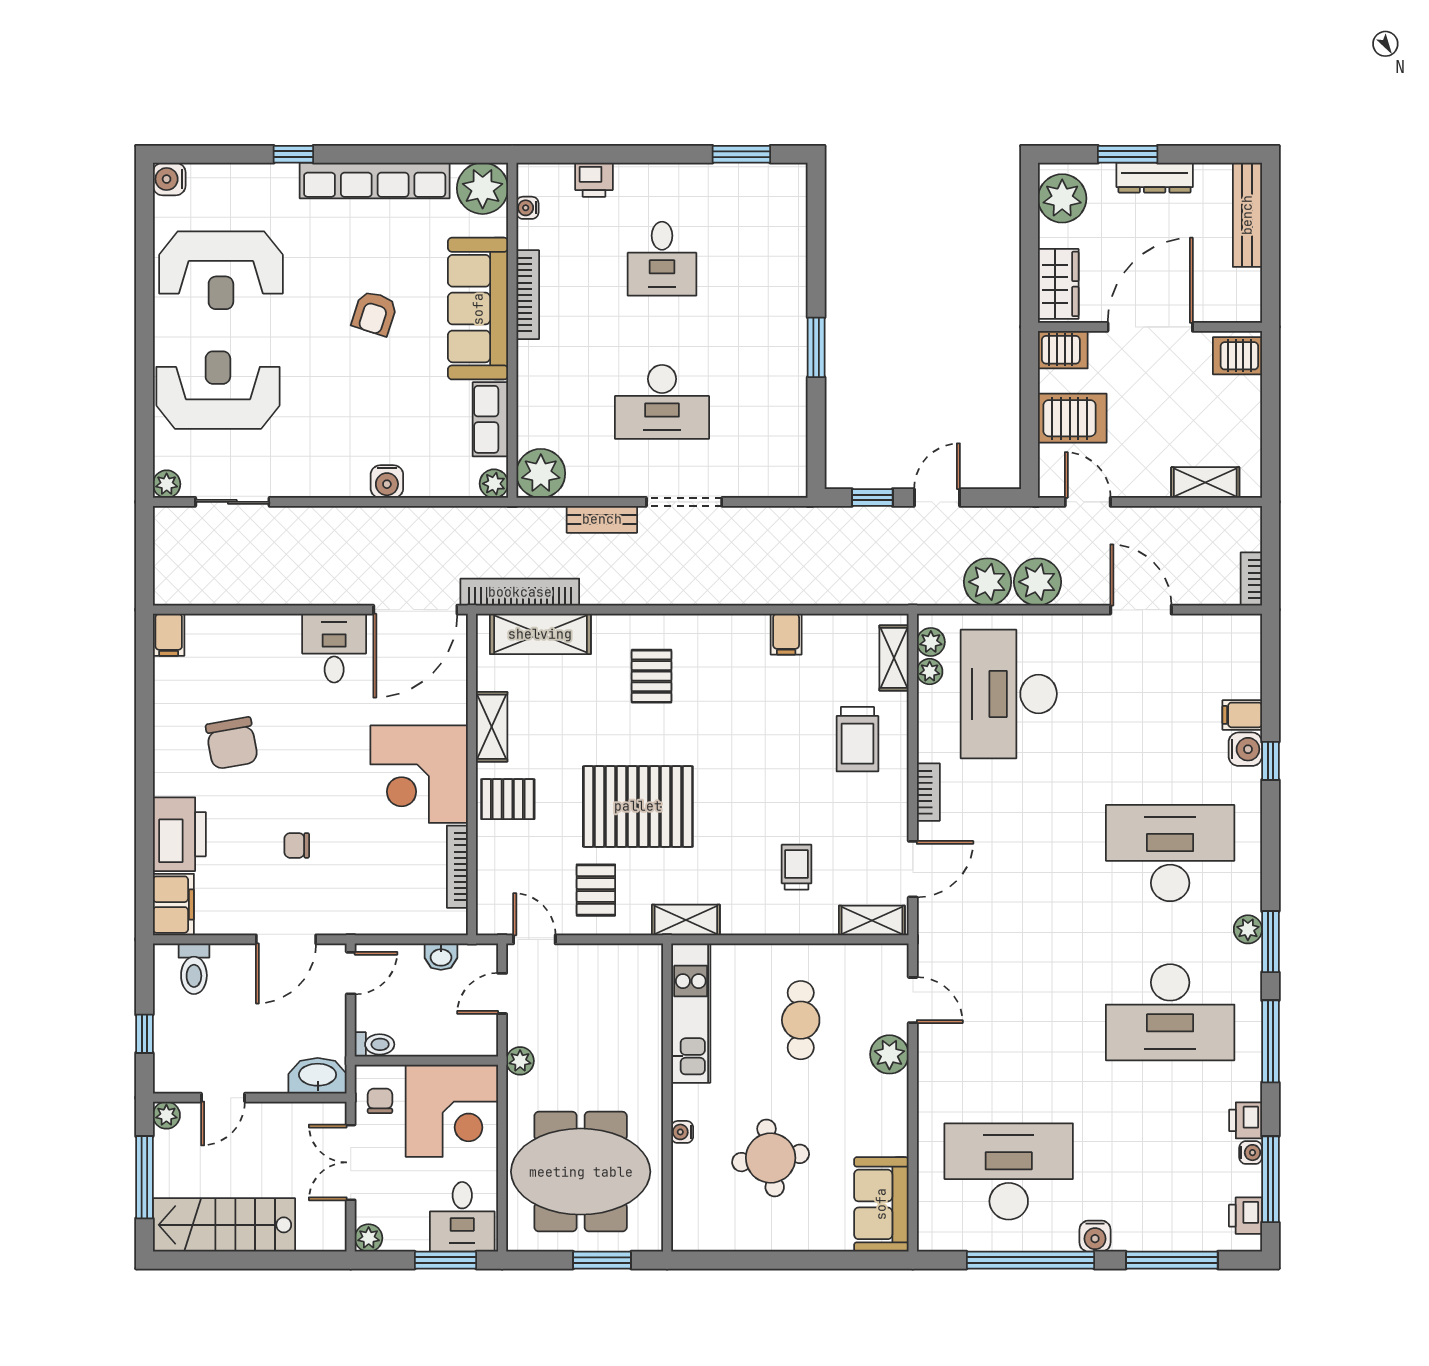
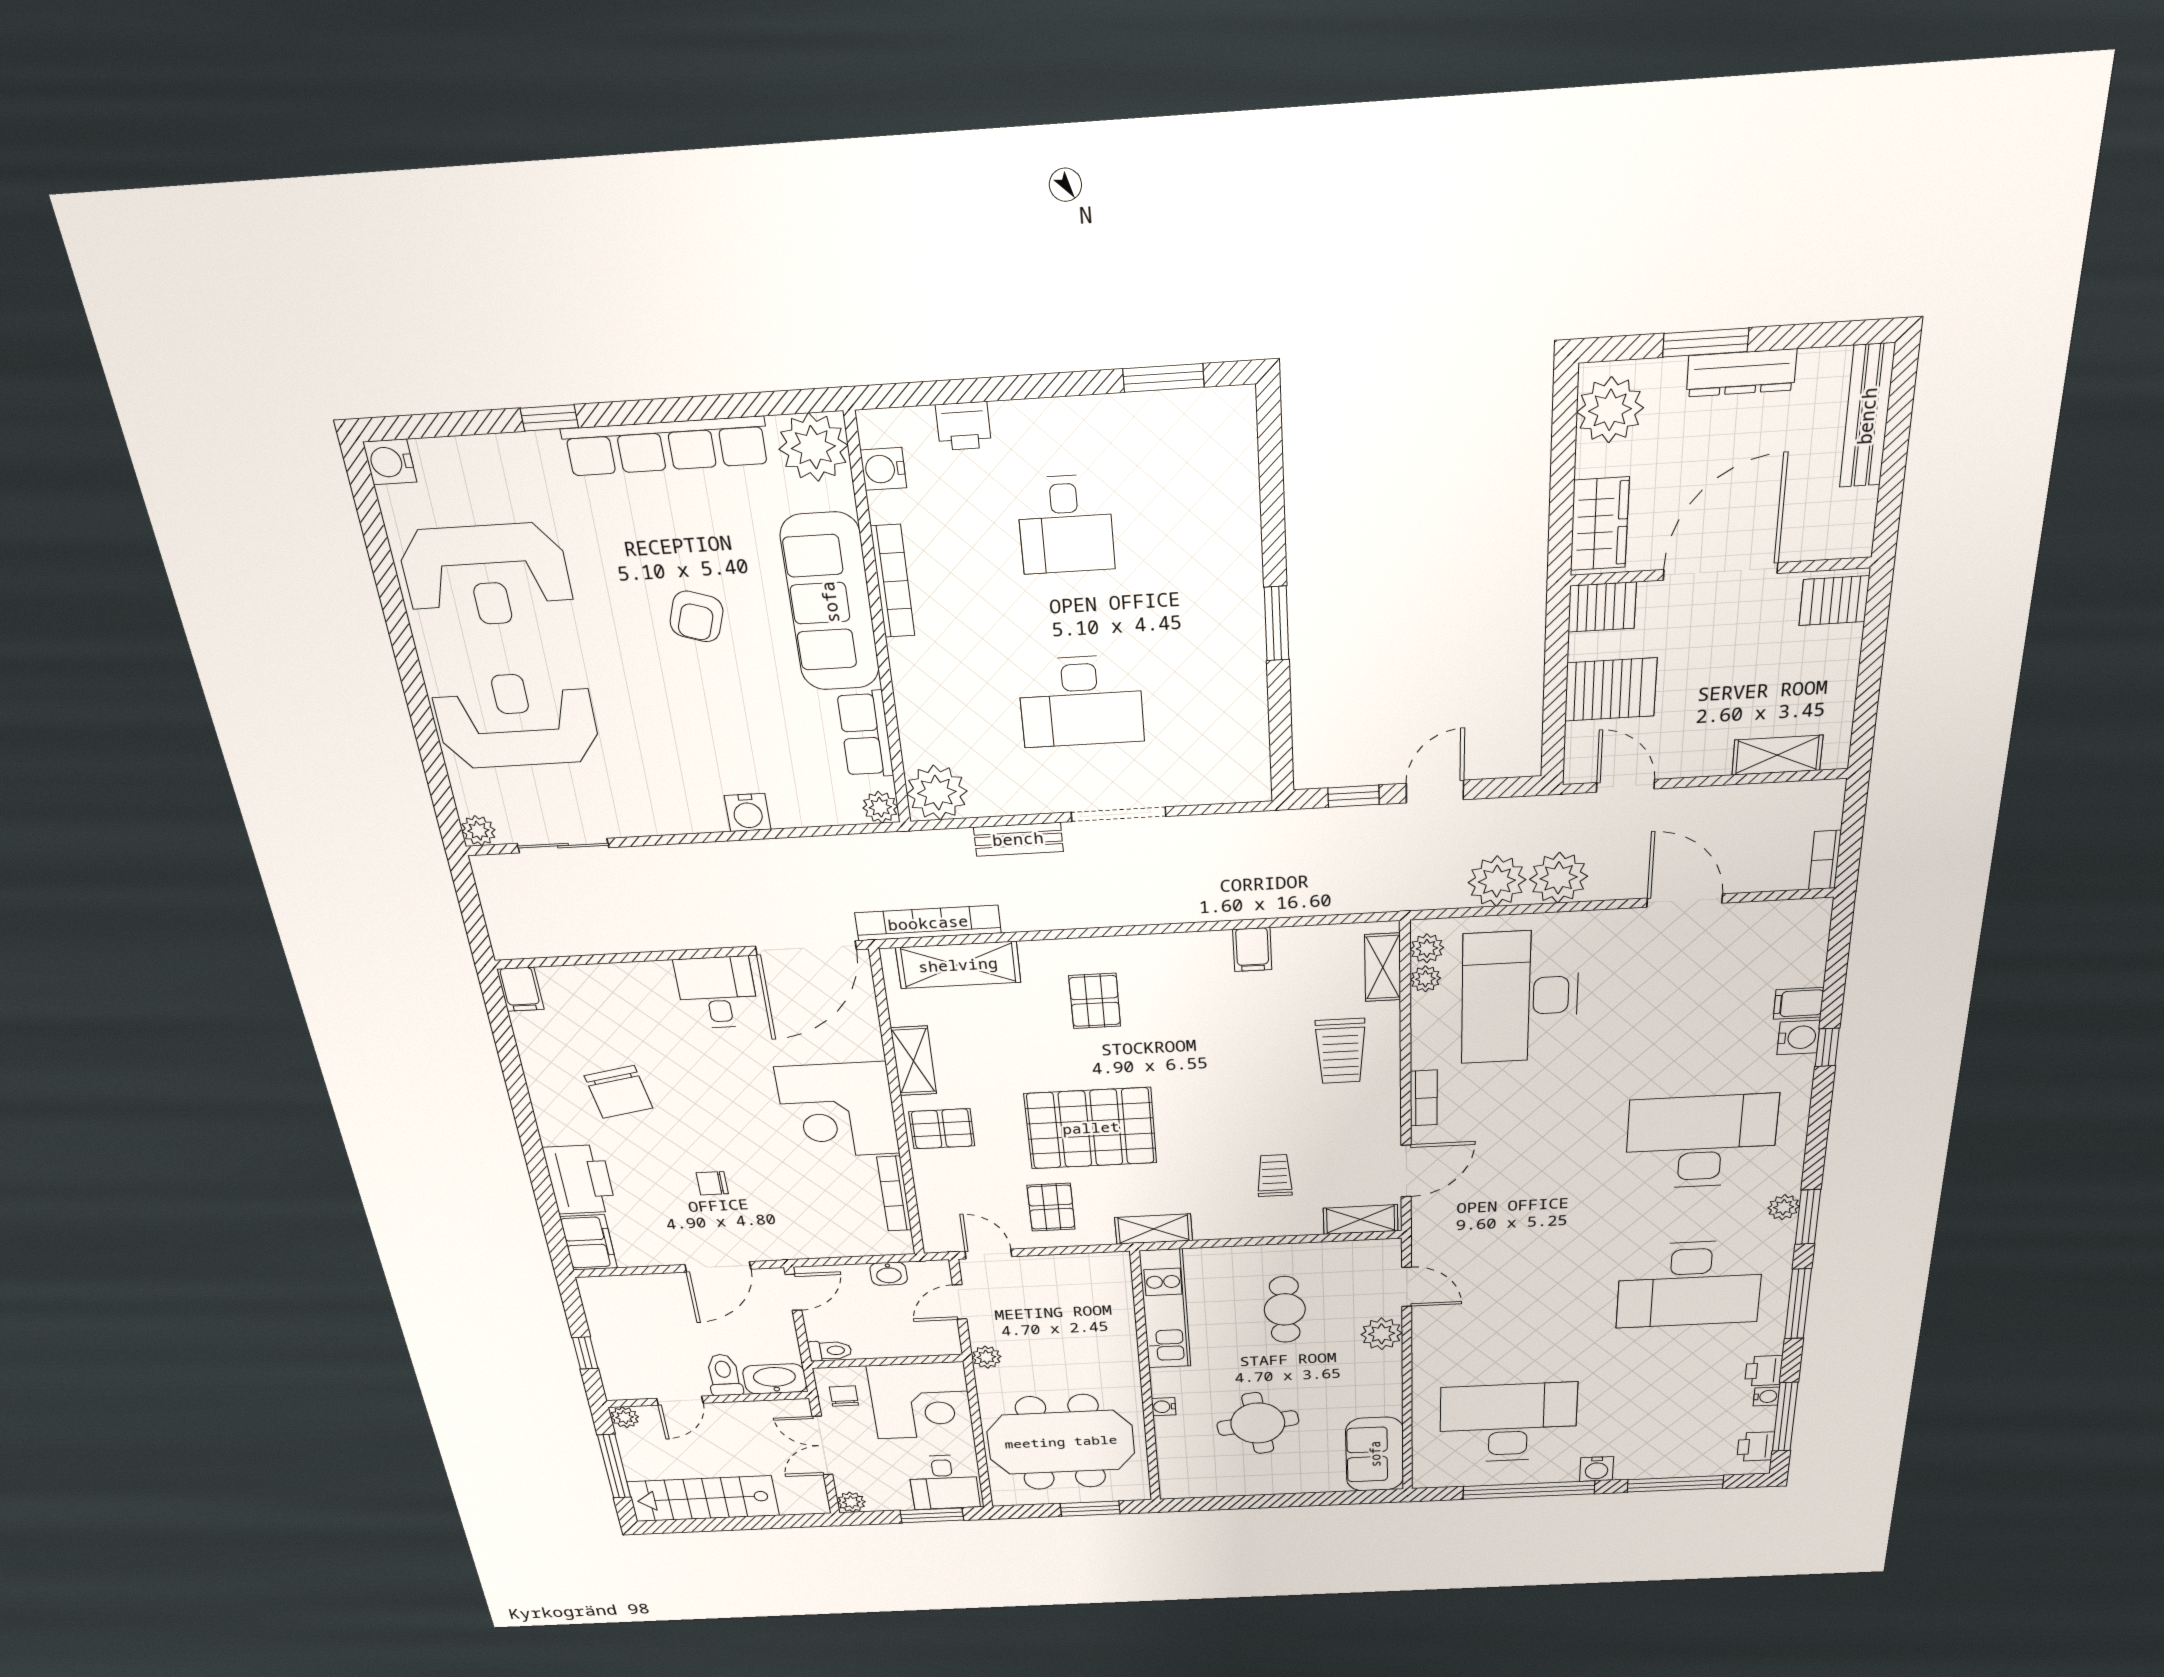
water cooler: (527, 208) -> (883, 469), width x1.38, depth x1.38
toilet: (194, 969) -> (724, 1375), moved, turned 180

